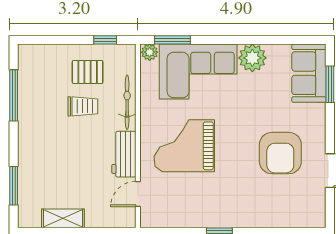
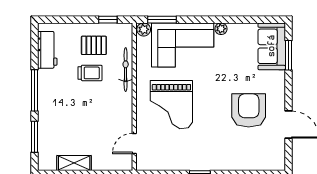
plant: (252, 58) -> (221, 29), width x0.53, depth x0.53
window: (14, 95) -> (34, 90), moved
grand piano: (184, 146) -> (171, 105), turned -90
armchair: (280, 153) -> (249, 110), turned 180
workbench: (124, 154) -> (47, 50), moved, turned 180

